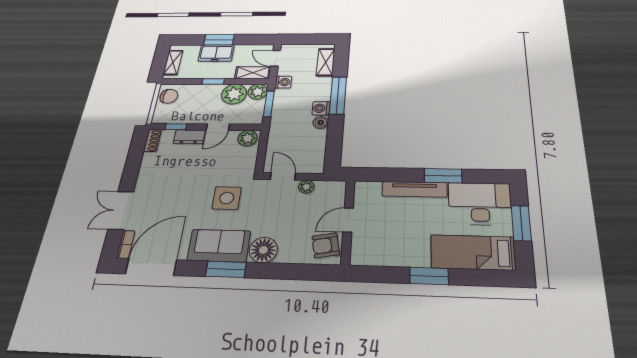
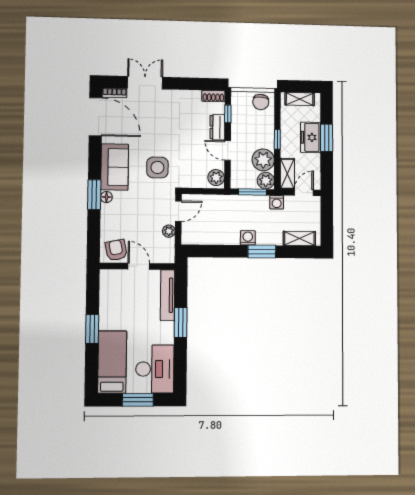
window: (338, 95) -> (262, 252), width x0.69
boiler: (321, 123) -> (233, 238), removed
window: (443, 176) -> (181, 323), moved
tv unit: (414, 189) -> (168, 295), moved
floor lamp: (263, 250) -> (106, 197), width x0.53, depth x0.53
window: (226, 269) -> (94, 195), moved

